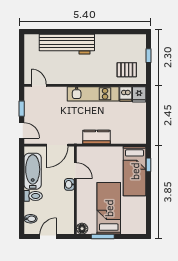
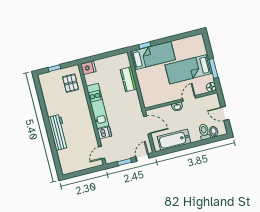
workbench: (67, 44) -> (58, 132), width x0.73, depth x0.76
dishwasher: (126, 94) -> (104, 133), moved
kitchen counter: (97, 137) -> (129, 79), moved
door: (75, 171) -> (189, 99), moved
toilet: (33, 196) -> (204, 132), moved

